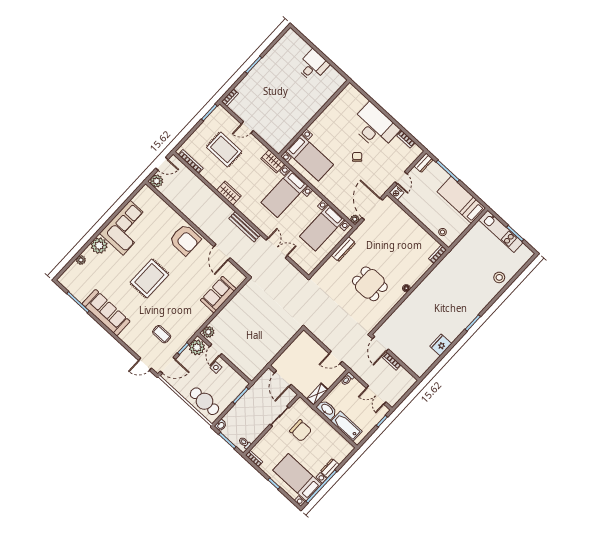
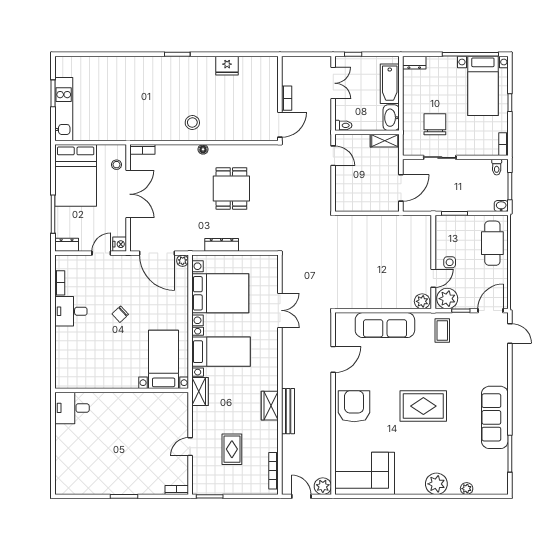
desk: (313, 66) -> (72, 408), moved
door: (247, 127) -> (190, 447), swing flipped
desk: (375, 127) -> (71, 311), width x0.53, depth x0.77
rug: (224, 149) -> (232, 449), width x0.73, depth x0.70
bed: (461, 200) -> (76, 175), width x1.50
door: (372, 209) -> (157, 253), hinge flipped
double door: (420, 223) -> (128, 194), added
bench: (245, 227) -> (288, 411), moved
corner sofa: (127, 228) -> (365, 473), moved
bed with nightstands: (322, 228) -> (220, 293), width x1.36
double door: (277, 248) -> (280, 310), swing flipped
stool: (499, 277) -> (192, 122), moved
sofa: (218, 295) -> (385, 325), width x1.36
coffee table: (162, 334) -> (442, 330), moved
door: (168, 365) -> (491, 311), hinge flipped
dresser: (330, 468) -> (414, 63), moved

